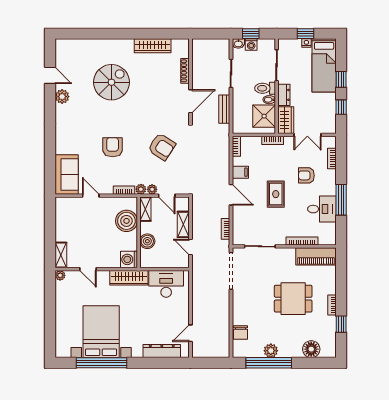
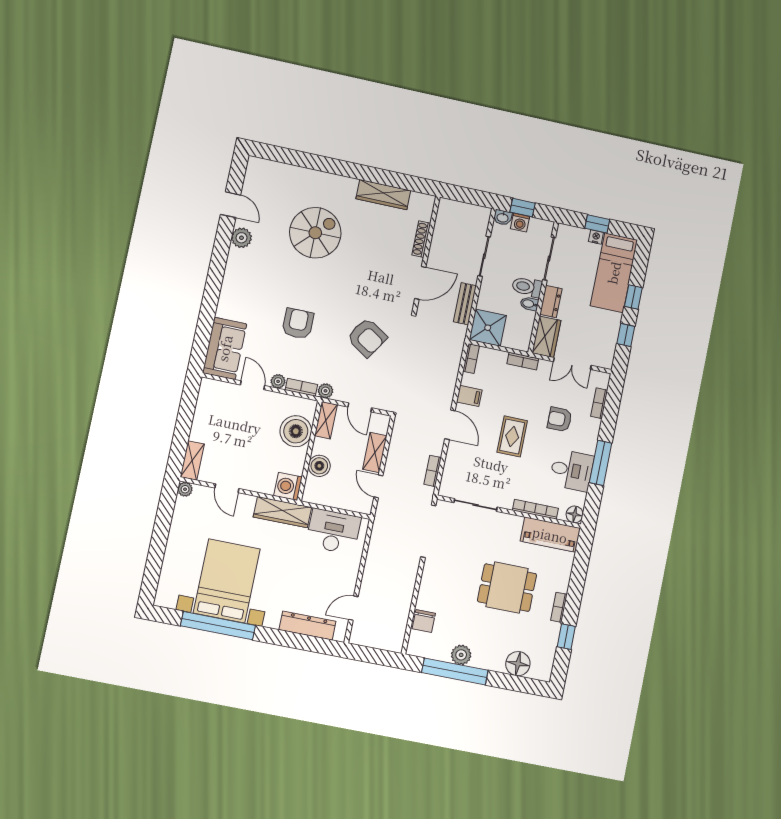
shower: (264, 116) -> (488, 328), moved
plant: (152, 189) -> (278, 381), moved
floor lamp: (330, 239) -> (575, 514), added

